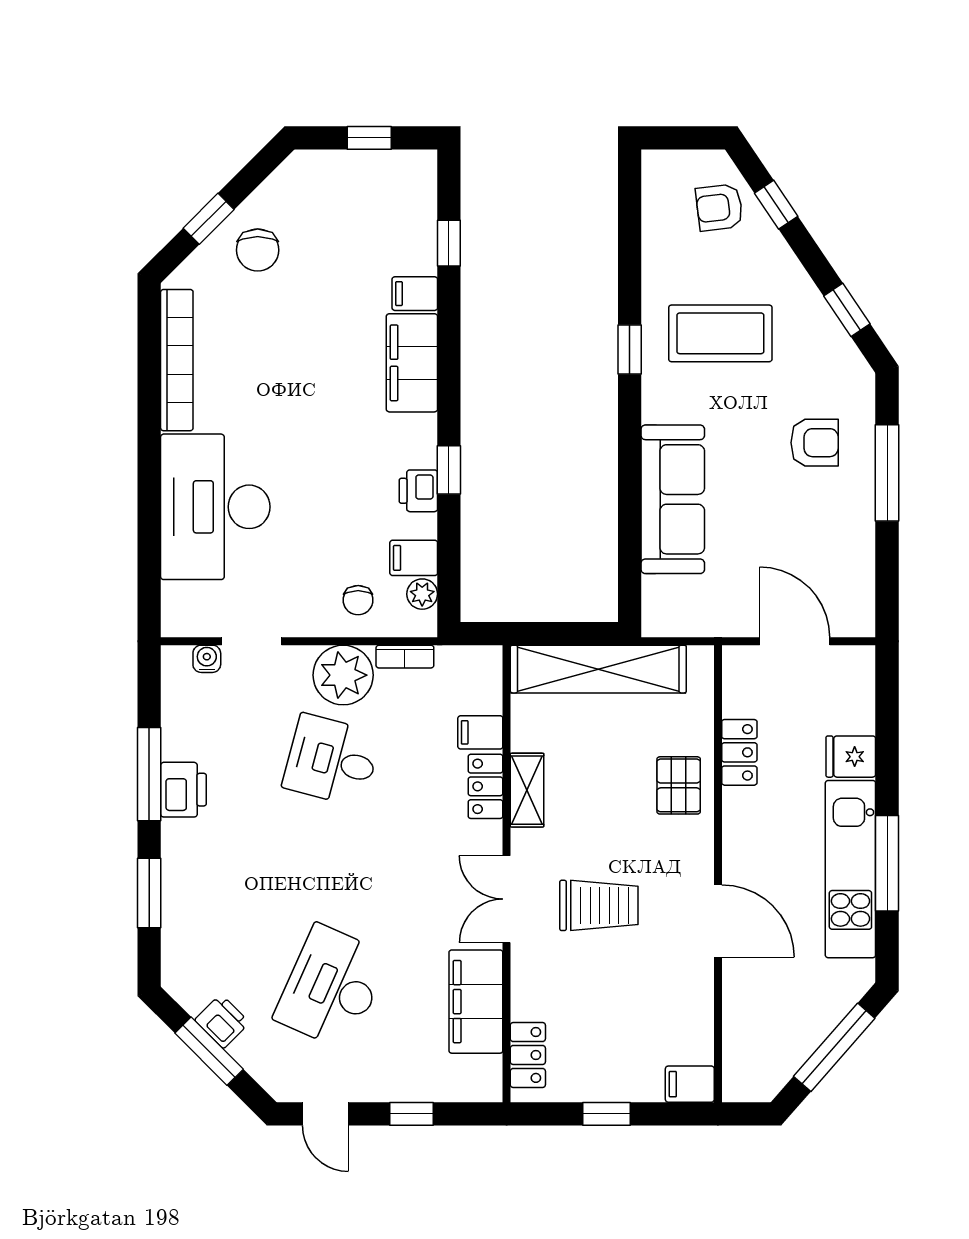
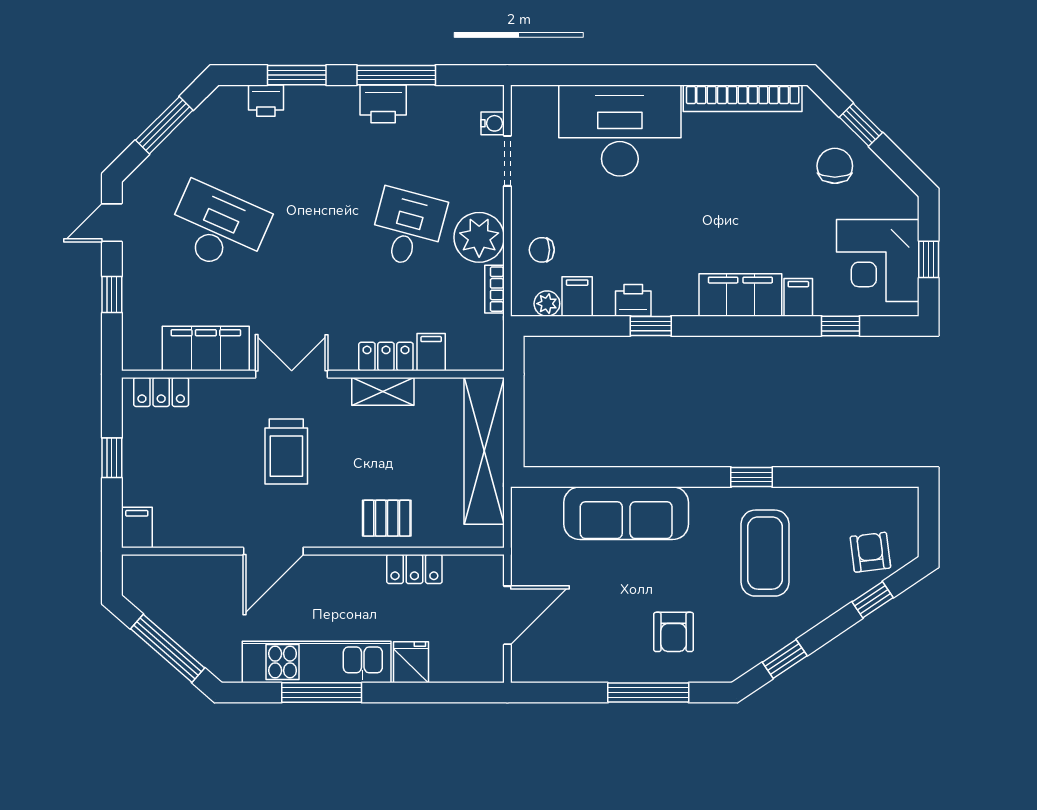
corner desk: (371, 199) -> (878, 260), added
chair: (258, 250) -> (835, 166), turned 90
printer: (222, 1021) -> (266, 101), moved, turned 45

